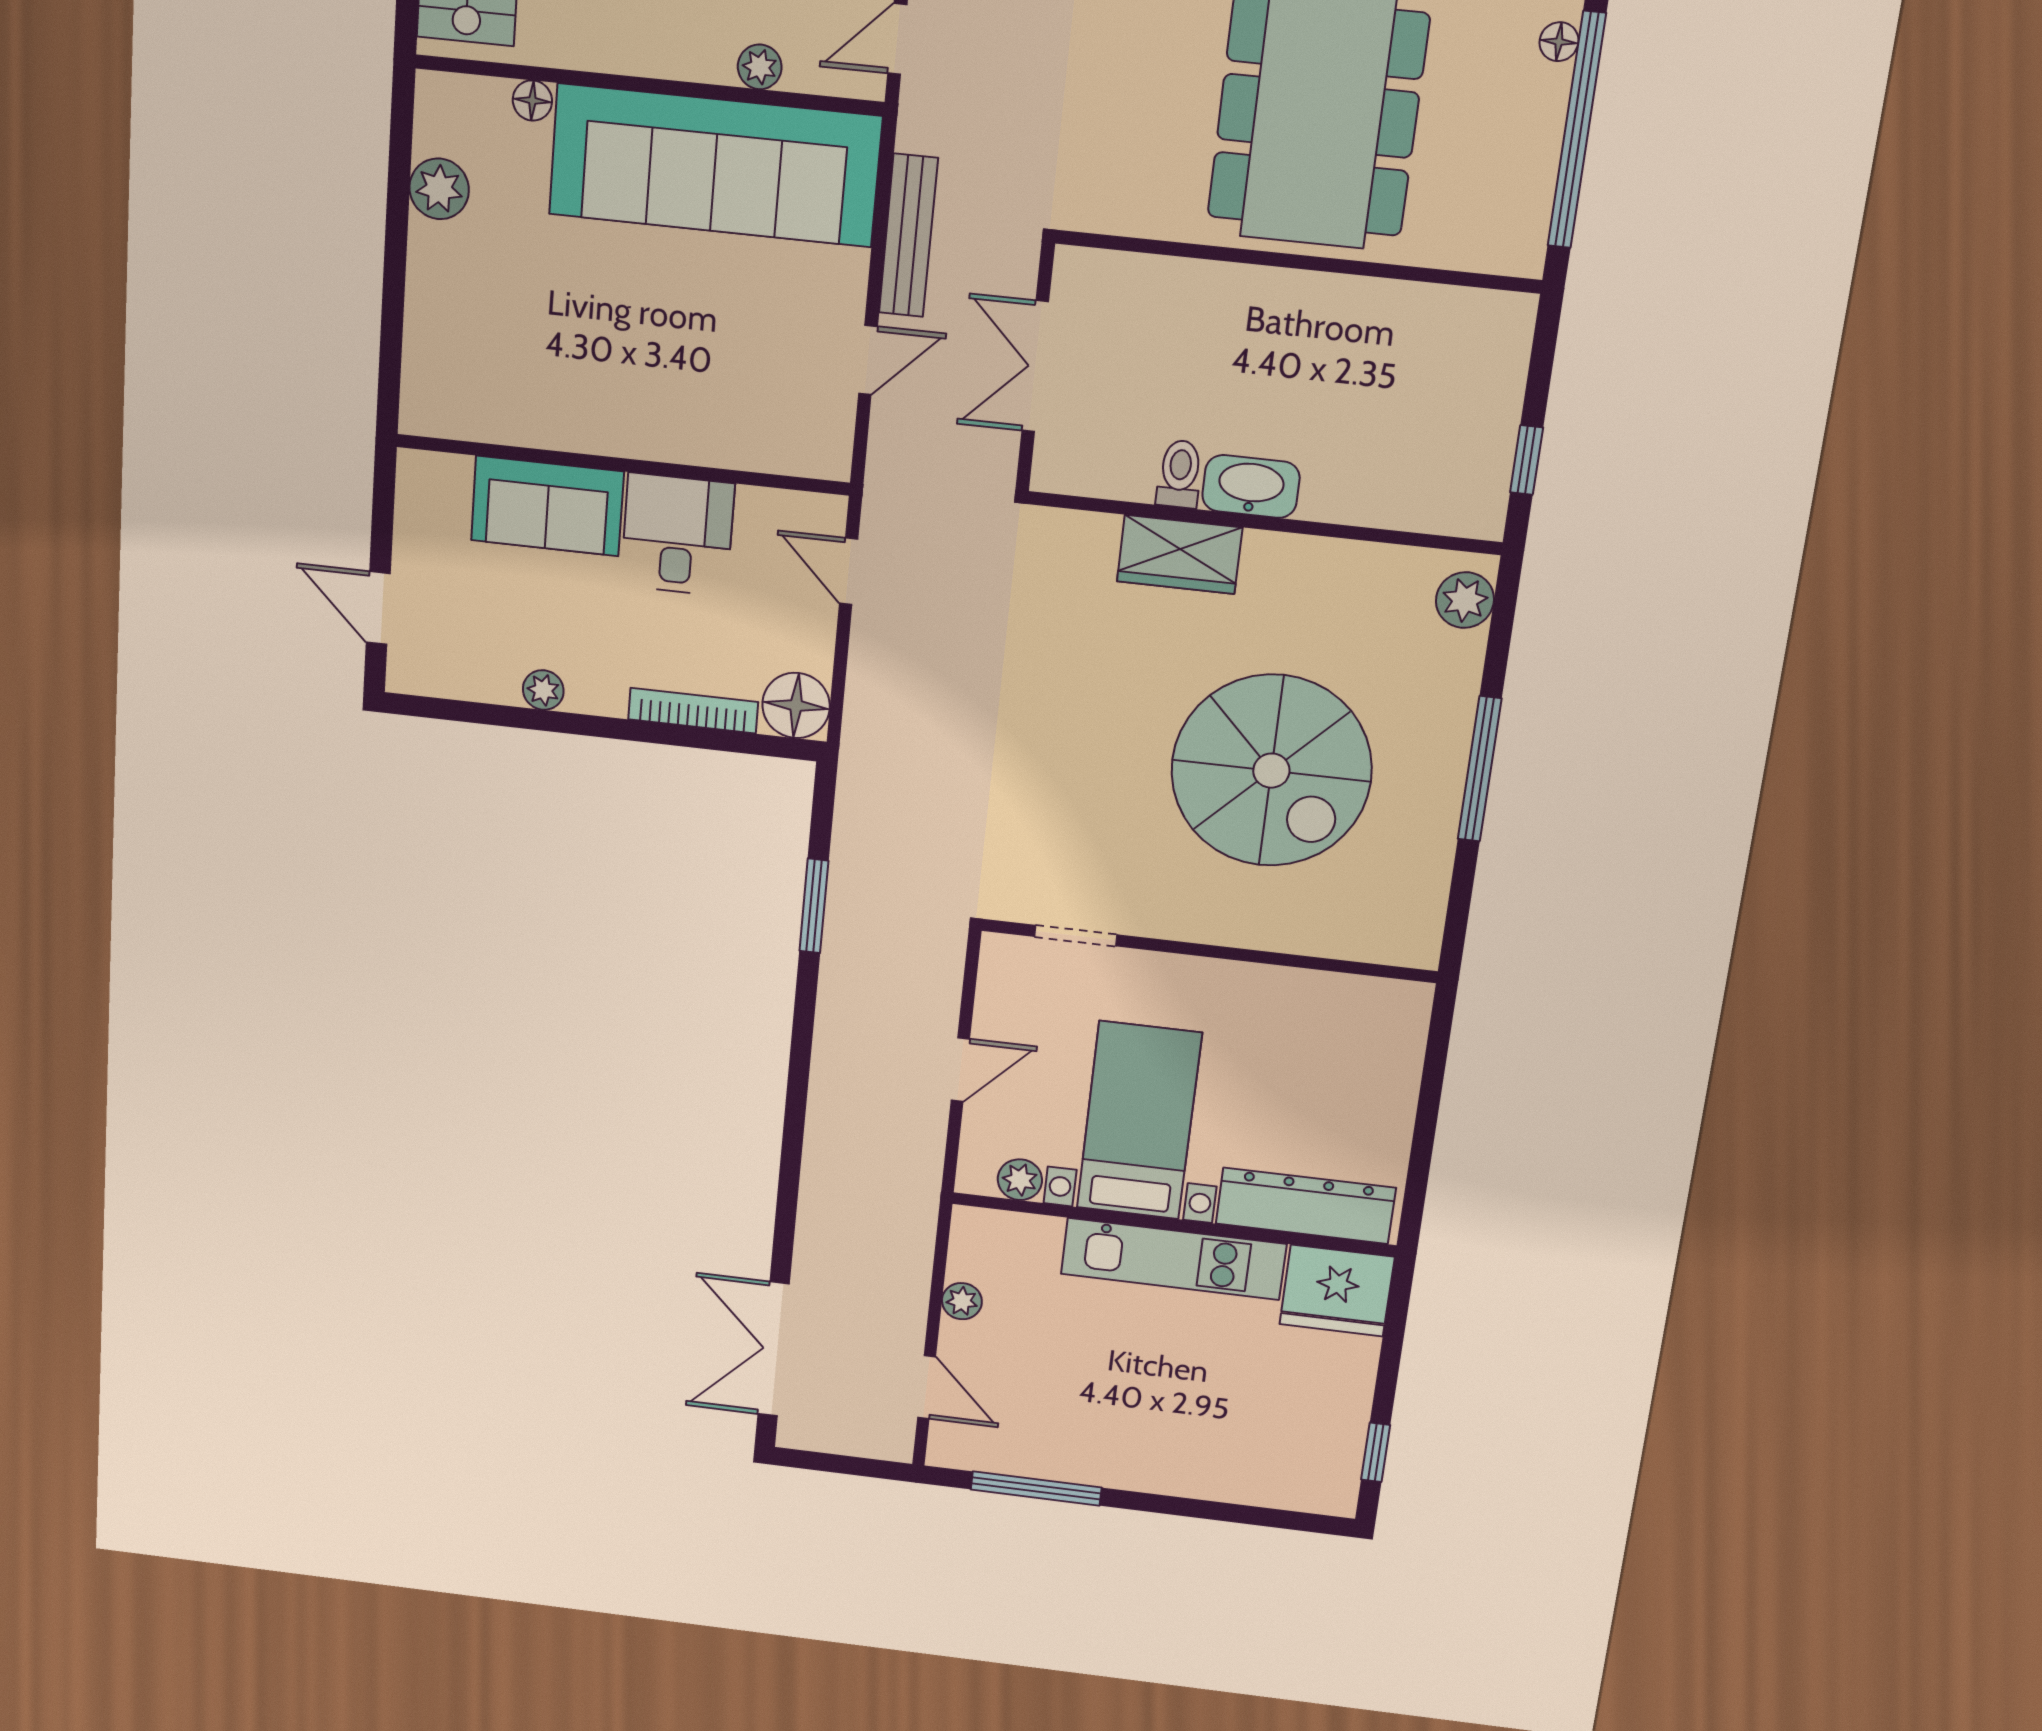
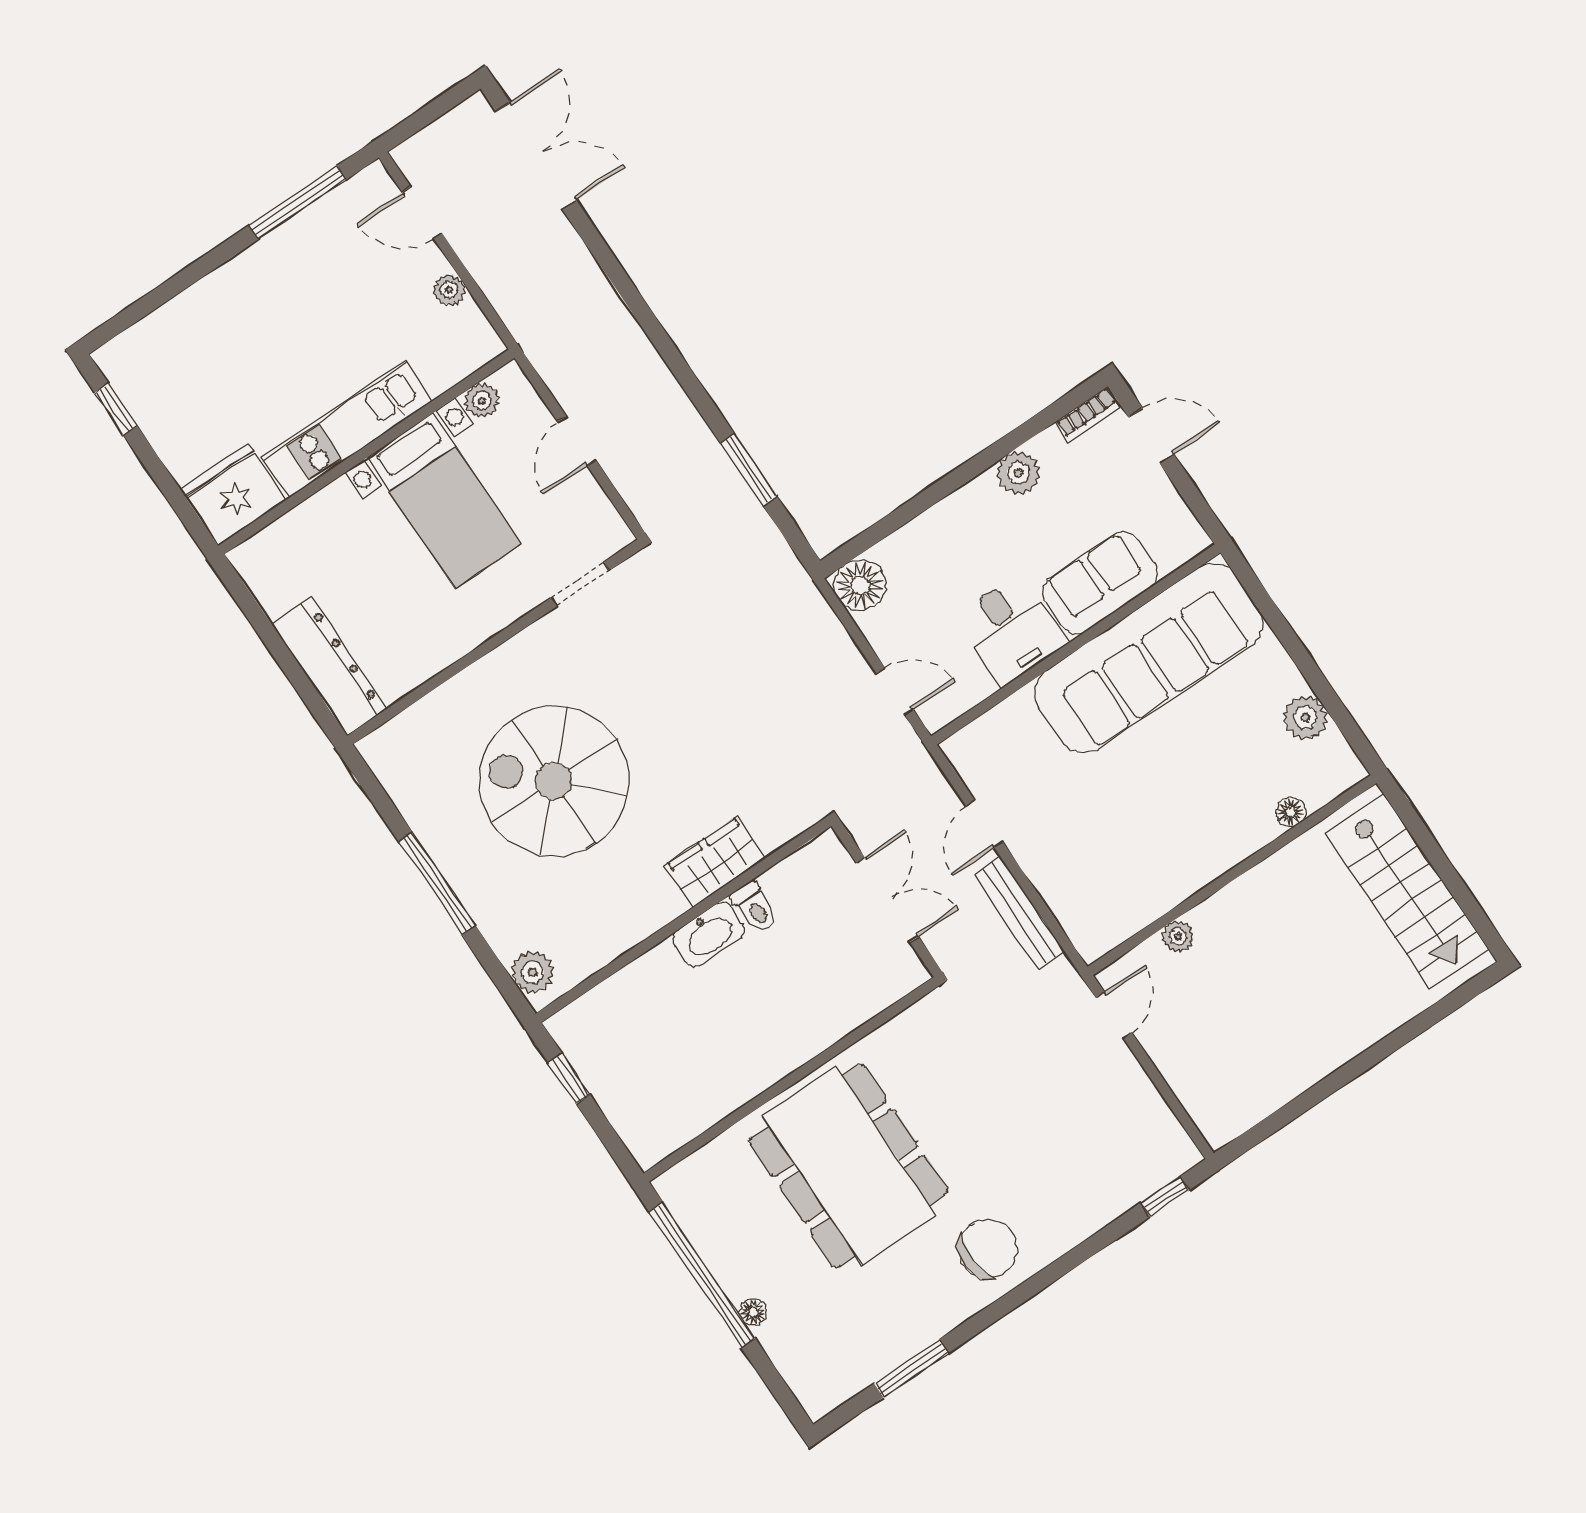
sofa: (715, 165) -> (1148, 658), moved, turned 180
plant: (543, 690) -> (1018, 473), width x1.38, depth x1.38
bookcase: (693, 711) -> (1088, 415), moved, width x0.64
dresser: (1306, 1206) -> (329, 666), moved, turned -90

